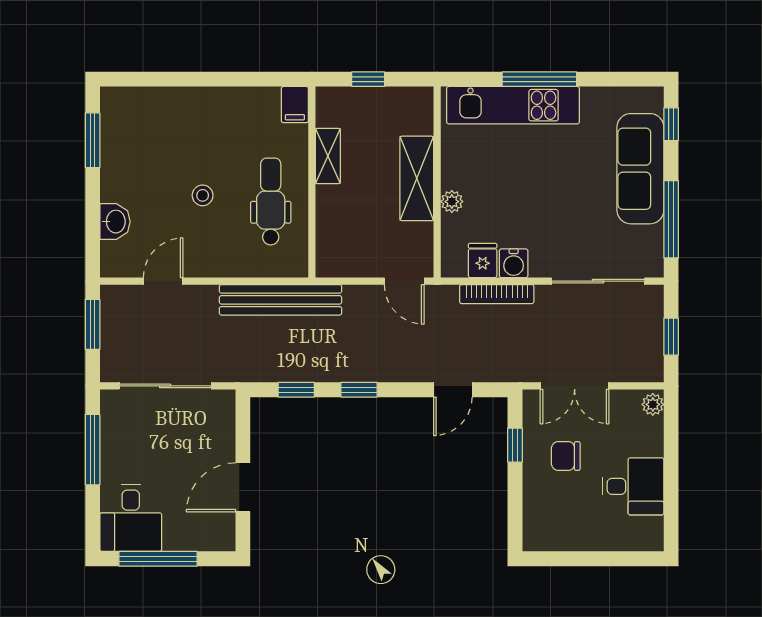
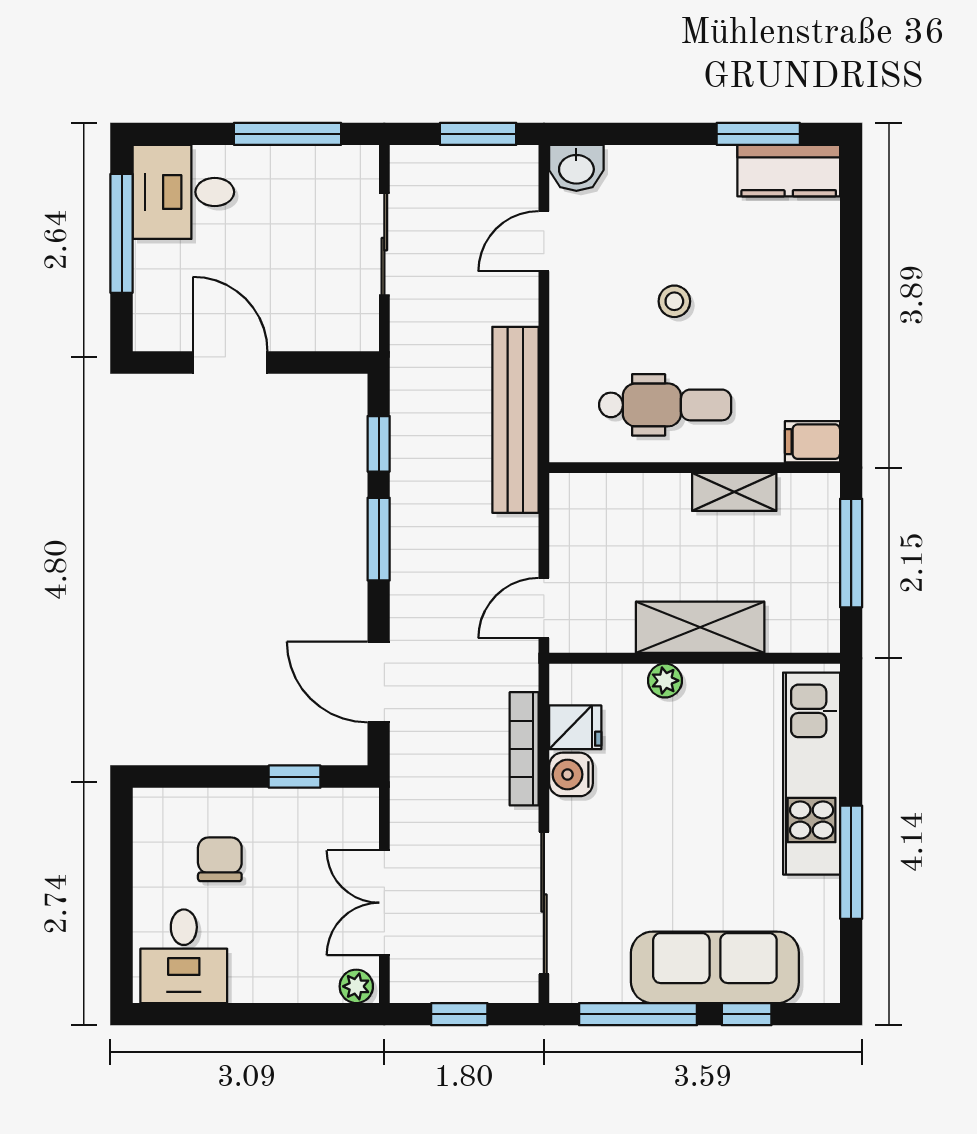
window: (368, 79) -> (851, 553), width x2.17
window: (539, 79) -> (851, 862), moved
kitchen counter: (117, 120) -> (789, 171), added
window: (671, 124) -> (747, 1014), moved
washbasin: (115, 222) -> (576, 168), moved
door: (163, 281) -> (544, 241), swing flipped
sliding door: (165, 386) -> (384, 244), width x0.73
double door: (575, 386) -> (384, 903), moved
window: (359, 390) -> (379, 539), width x1.50
door: (453, 390) -> (379, 682), width x1.38
chair: (566, 456) -> (220, 859), moved
desk: (633, 486) -> (184, 956), moved

